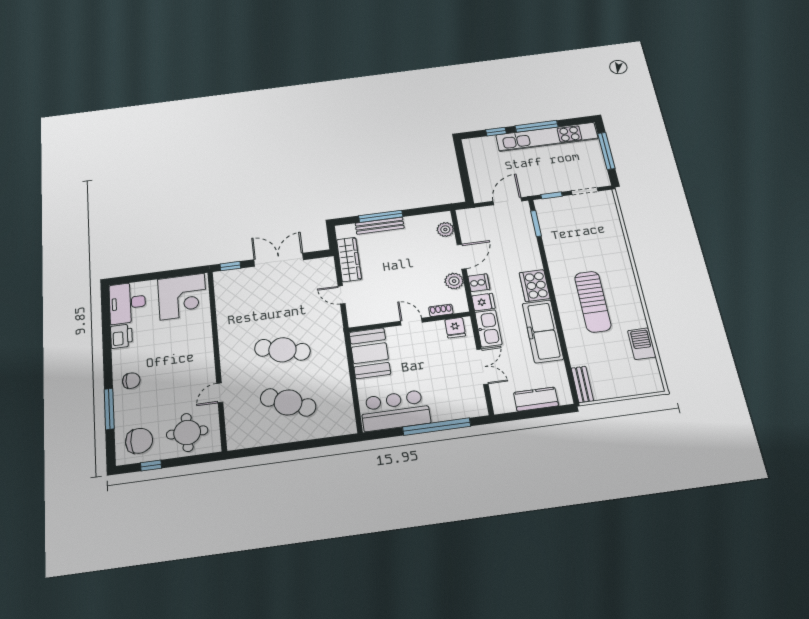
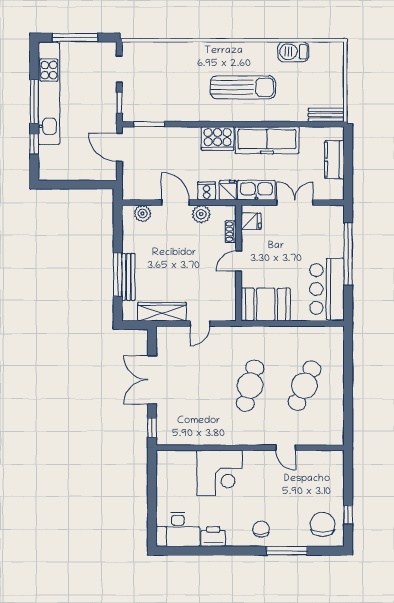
corner desk: (182, 297) -> (220, 473), moved, turned 90
round table: (187, 432) -> (321, 480), removed

